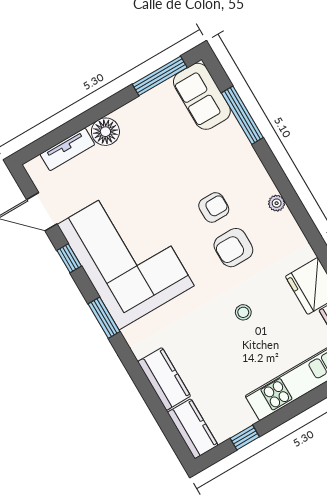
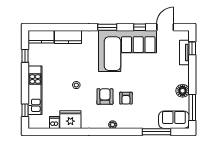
floor lamp: (105, 132) -> (183, 91), moved
window: (51, 140) -> (192, 48), added

